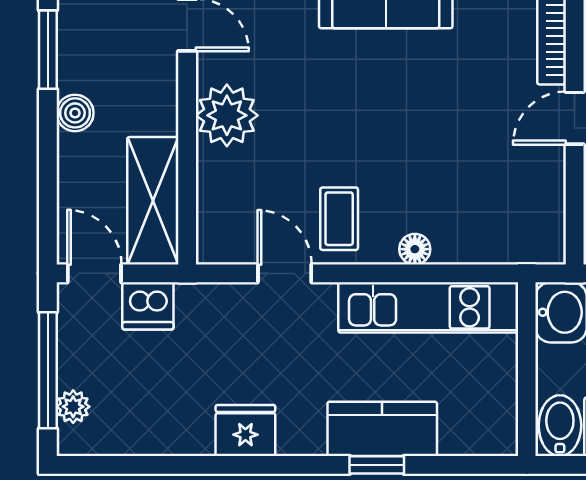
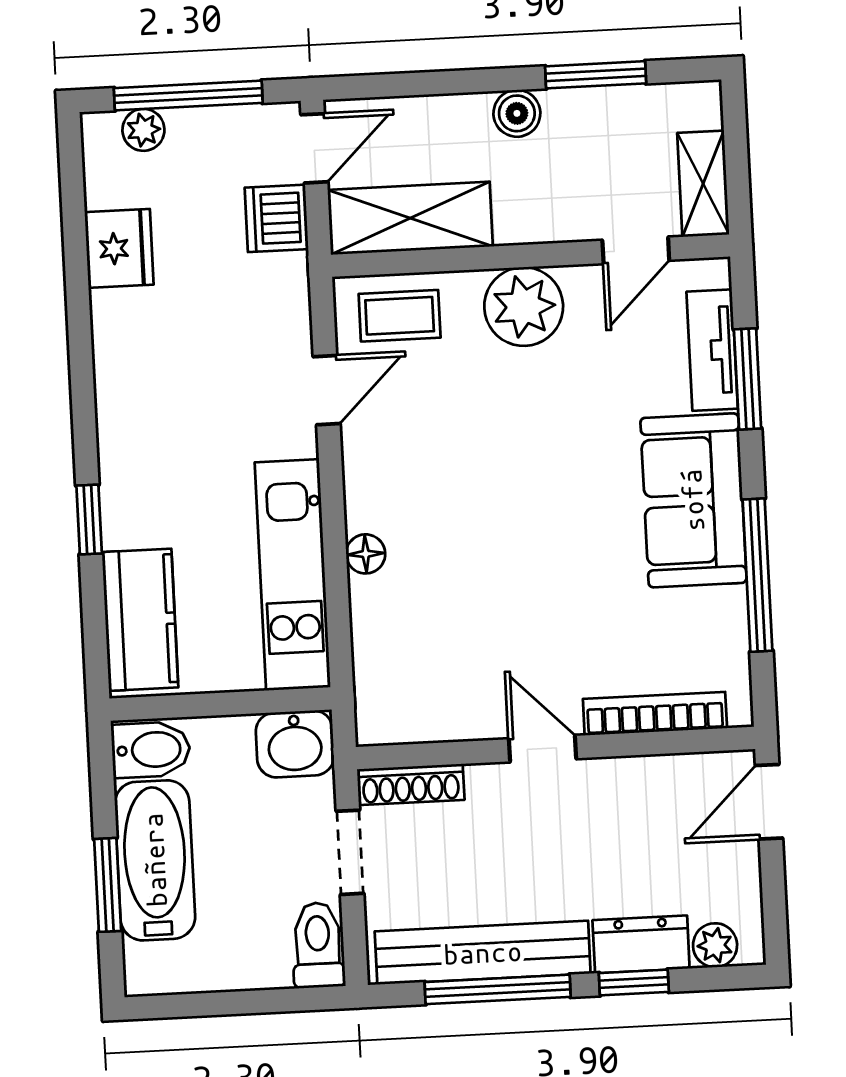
coffee table: (339, 219) -> (400, 316), moved
kitchen counter: (382, 429) -> (140, 620), moved
fridge: (245, 431) -> (119, 248), moved

